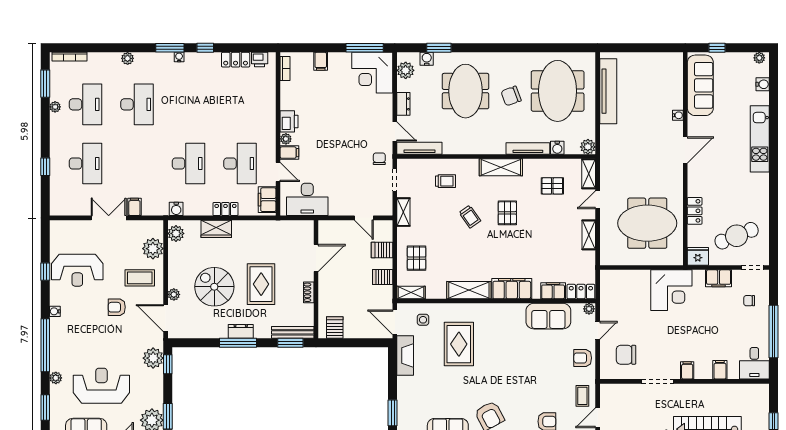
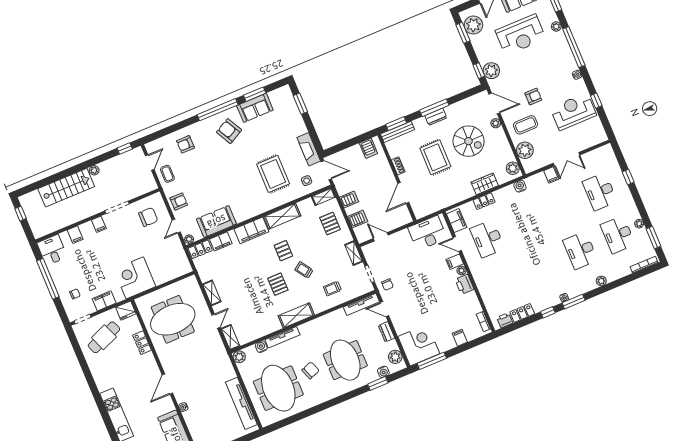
desk: (188, 164) -> (525, 223), removed
pallet: (552, 186) -> (283, 251), moved, turned 90

